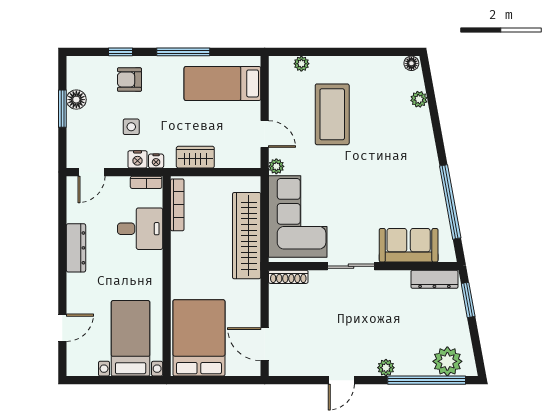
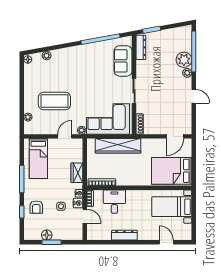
door: (91, 172) -> (85, 216), moved
plant: (447, 361) -> (184, 60), moved

